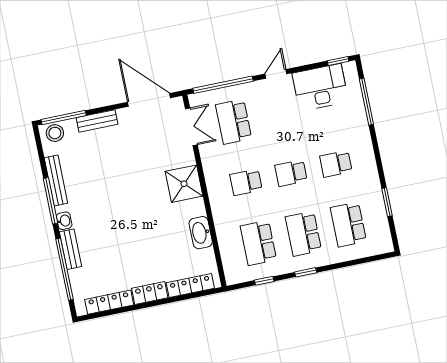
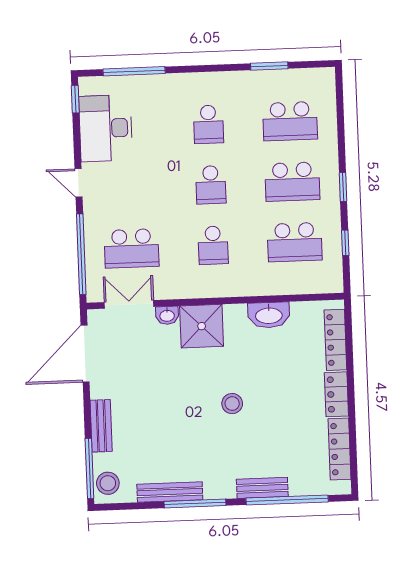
stool: (130, 216) -> (232, 404), added
washbasin: (64, 221) -> (167, 315), moved, turned 180

